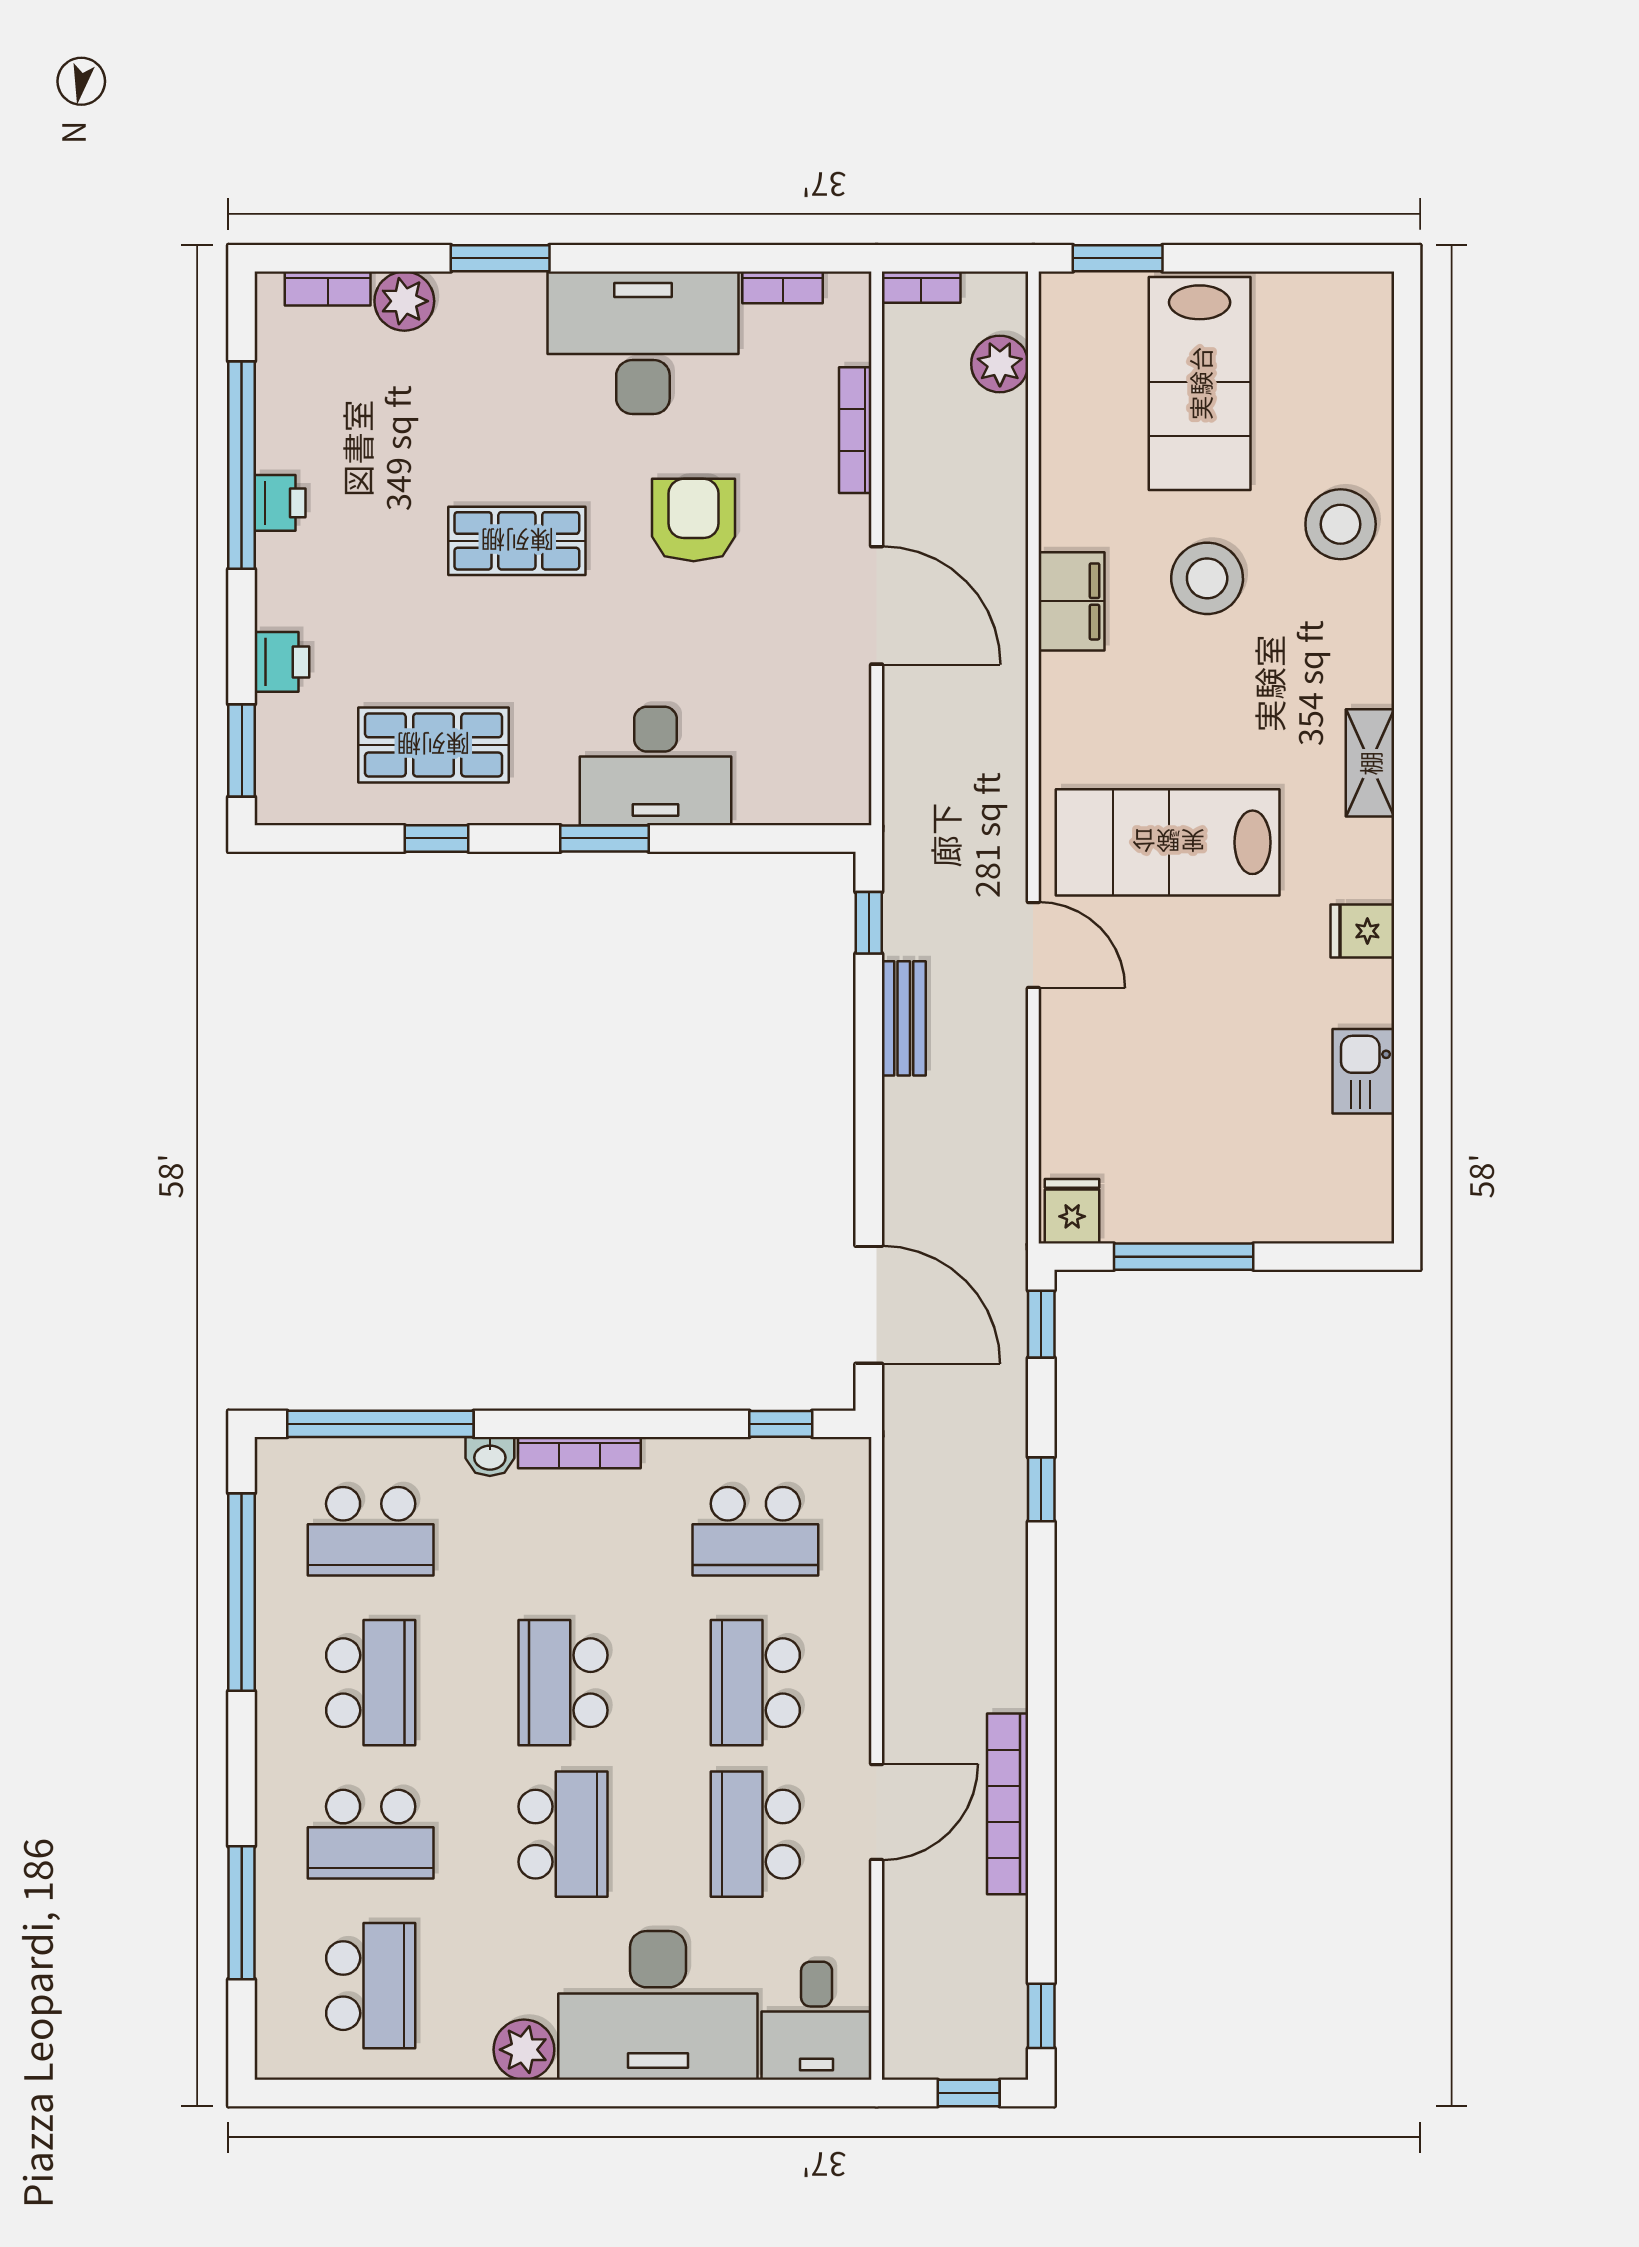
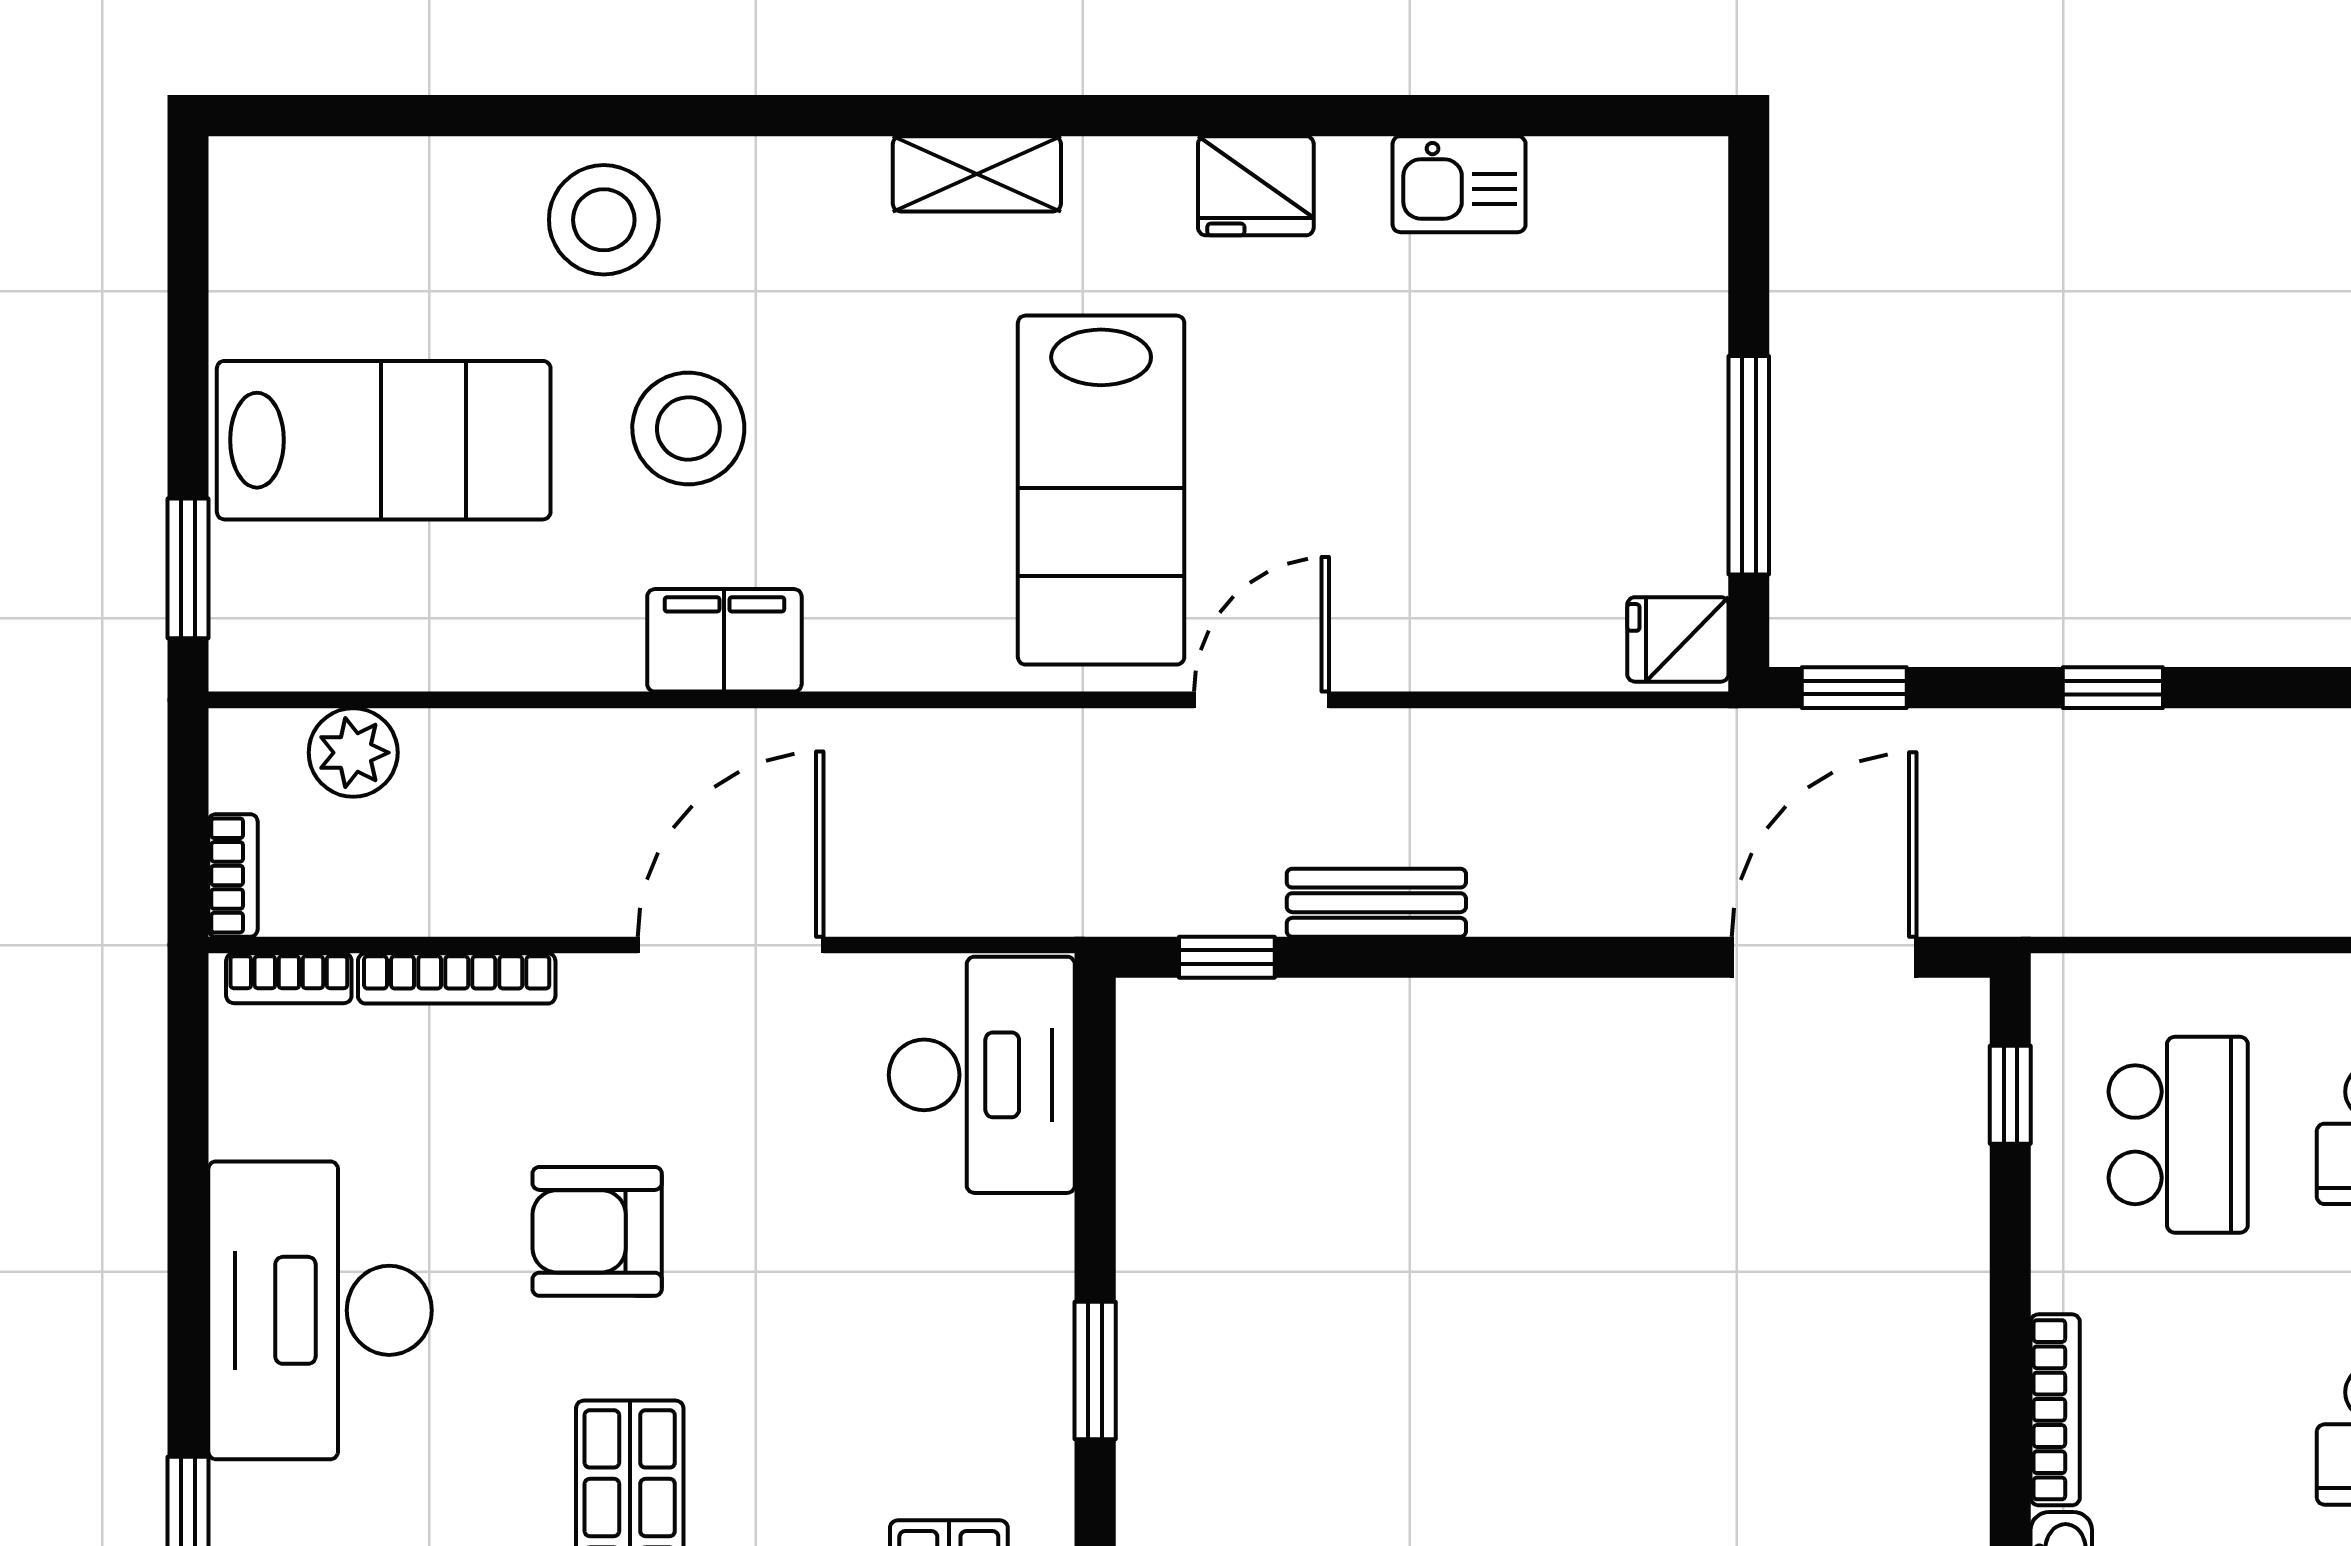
bookcase: (783, 287) -> (289, 978), moved, turned 90
desk: (656, 766) -> (982, 1075), moved
fridge: (1362, 931) -> (1256, 186), width x1.38

